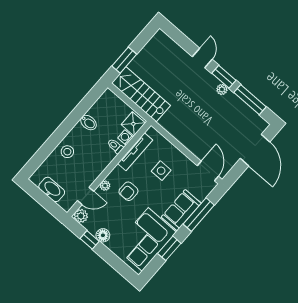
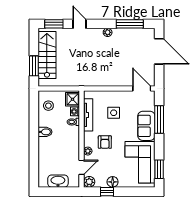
window: (224, 77) -> (54, 24), moved
stairs: (141, 94) -> (47, 55), moved, turned 90
bidet: (88, 123) -> (45, 132), moved
stool: (67, 152) -> (48, 106), moved
window: (169, 248) -> (159, 169), moved

